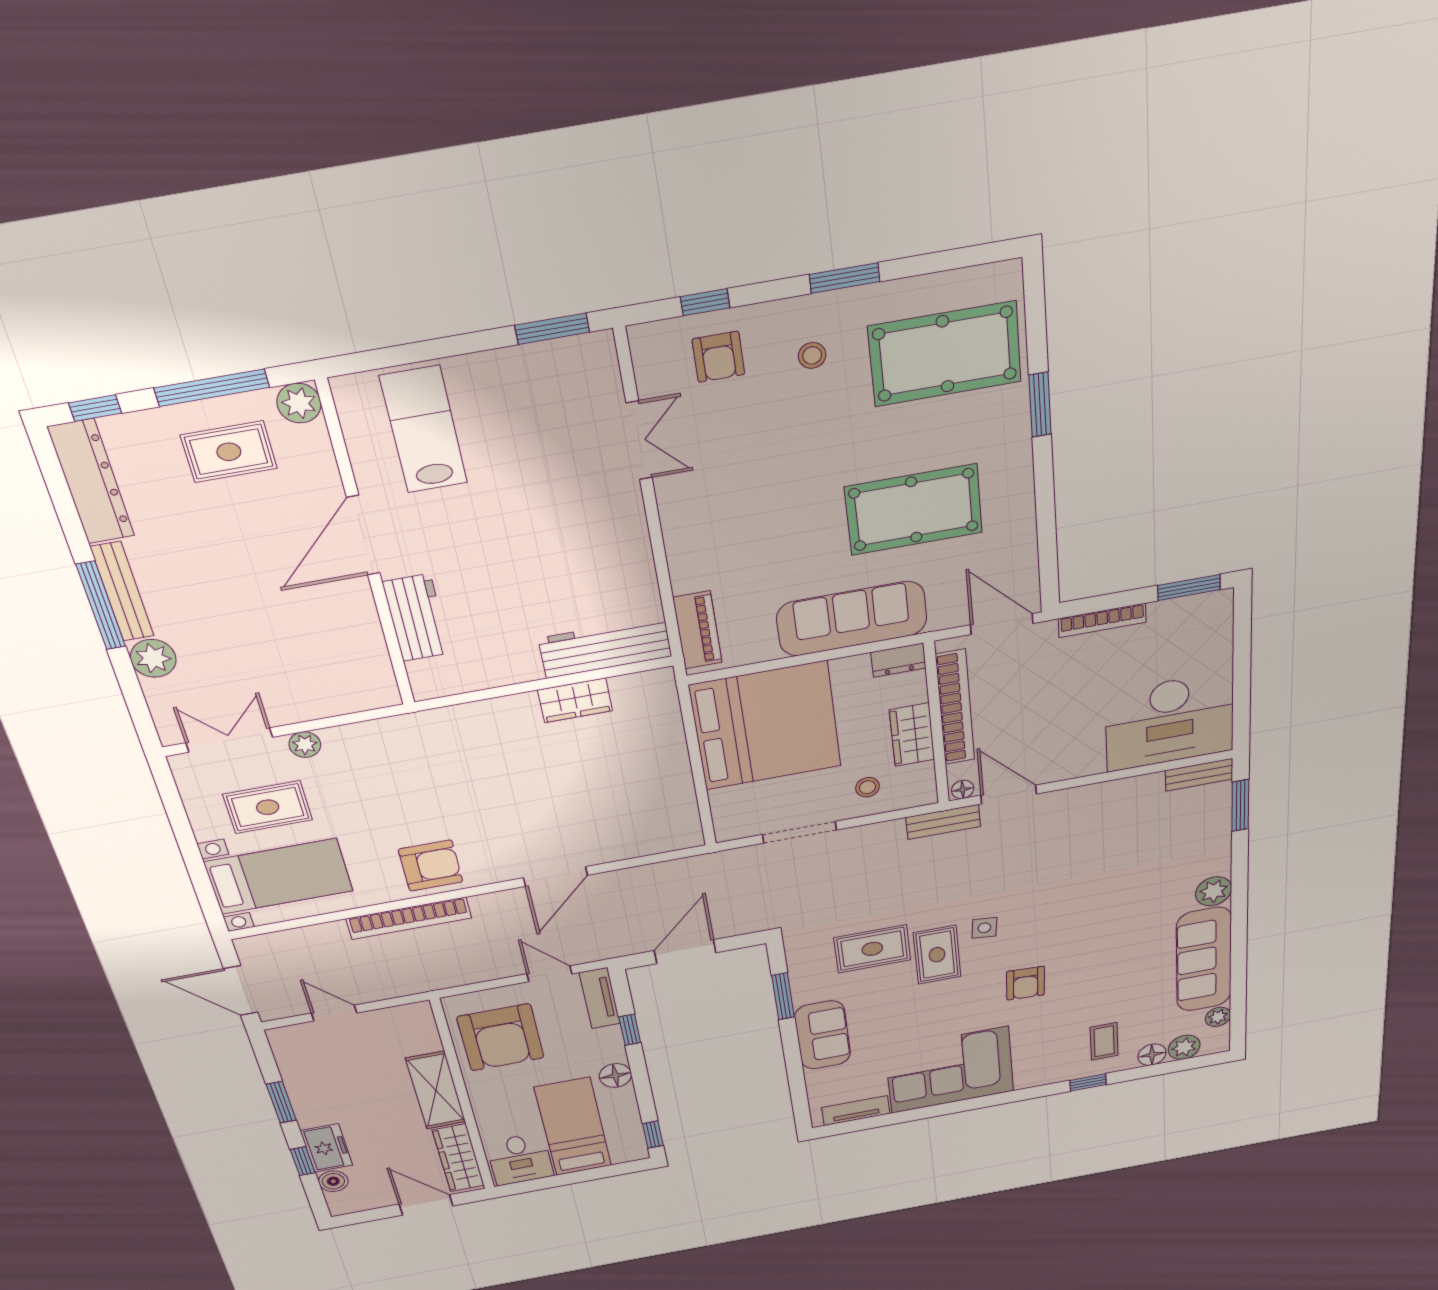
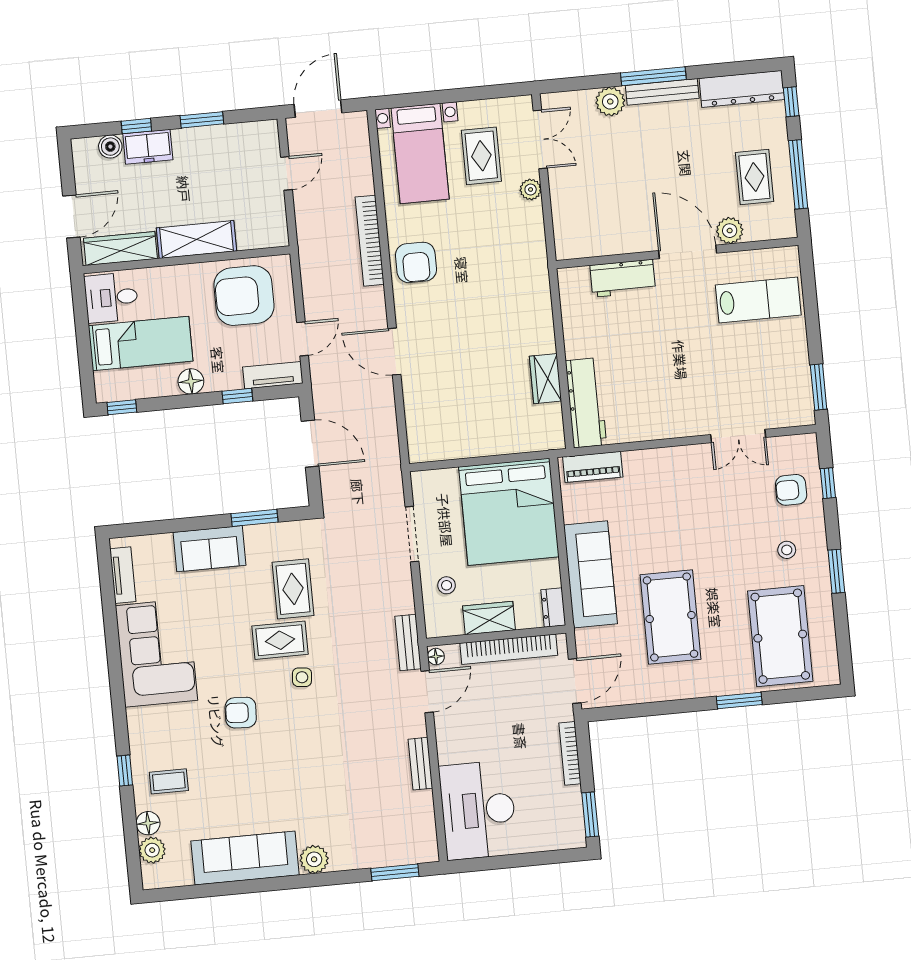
plant: (299, 403) -> (730, 231), moved
bench: (1199, 775) -> (420, 764), moved
plant: (1218, 1017) -> (182, 876), removed

